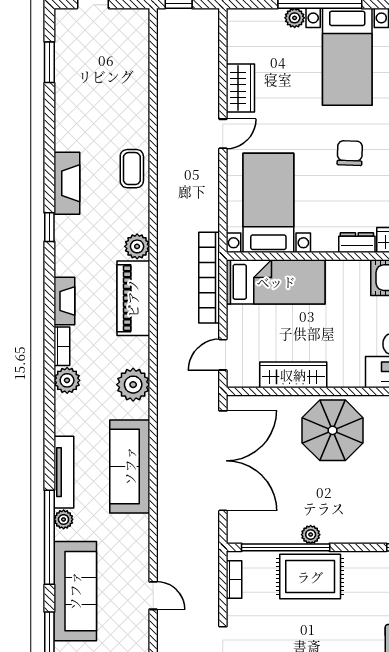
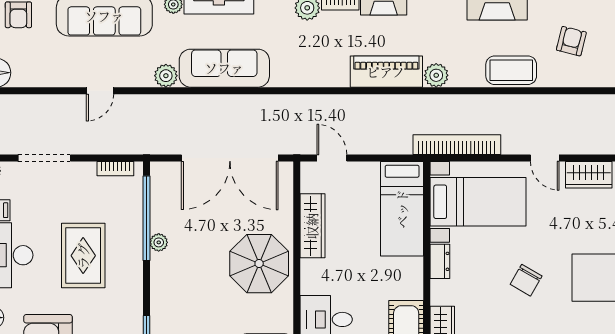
armchair: (102, 106) -> (571, 41), added
chair: (350, 153) -> (526, 280), turned 118
coffee table: (132, 169) -> (511, 70), width x1.36, depth x1.30
dresser: (357, 243) -> (440, 261), moved
bookcase: (209, 278) -> (457, 145), moved
plant: (133, 385) -> (166, 76), moved, width x0.73, depth x0.73
rug: (310, 577) -> (83, 256), moved

